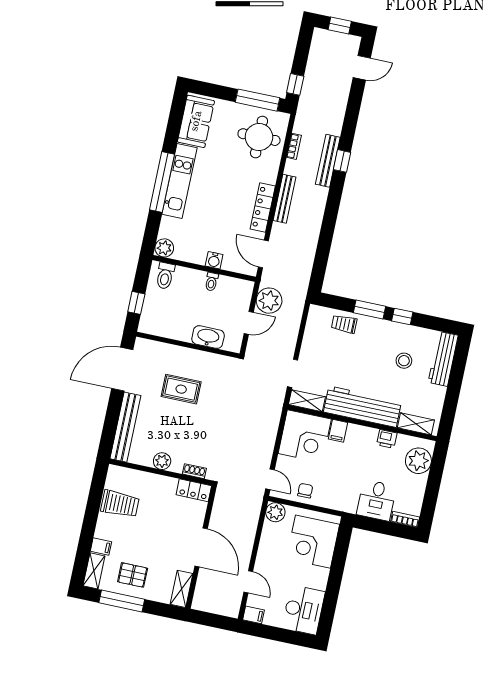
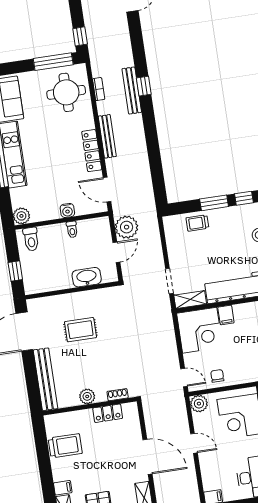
locker: (194, 490) -> (108, 413), moved
door: (248, 582) -> (194, 443), moved

